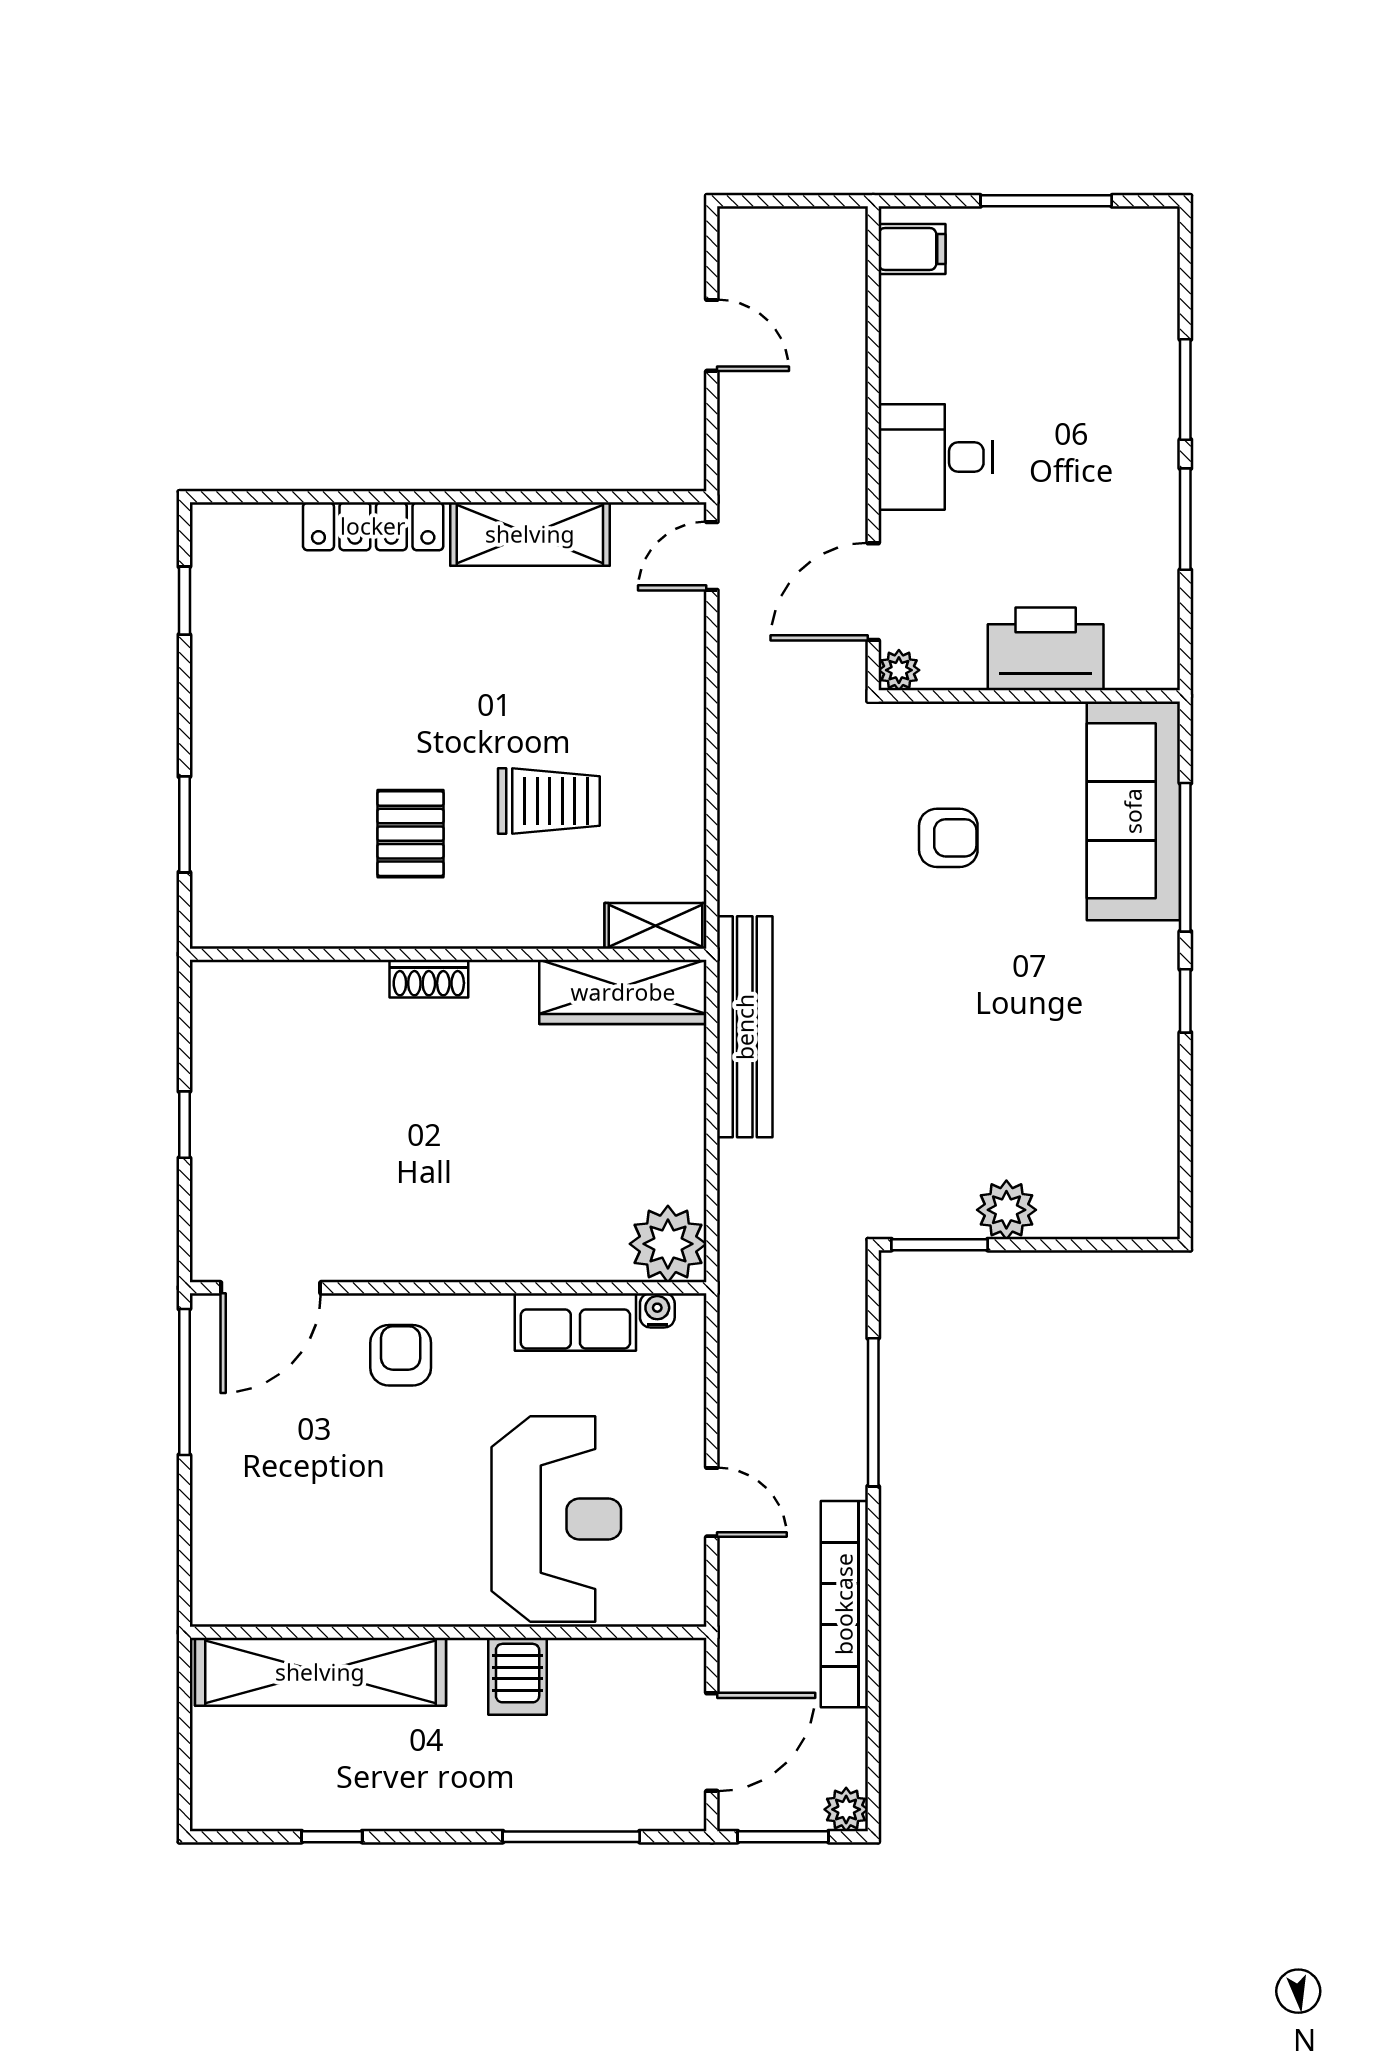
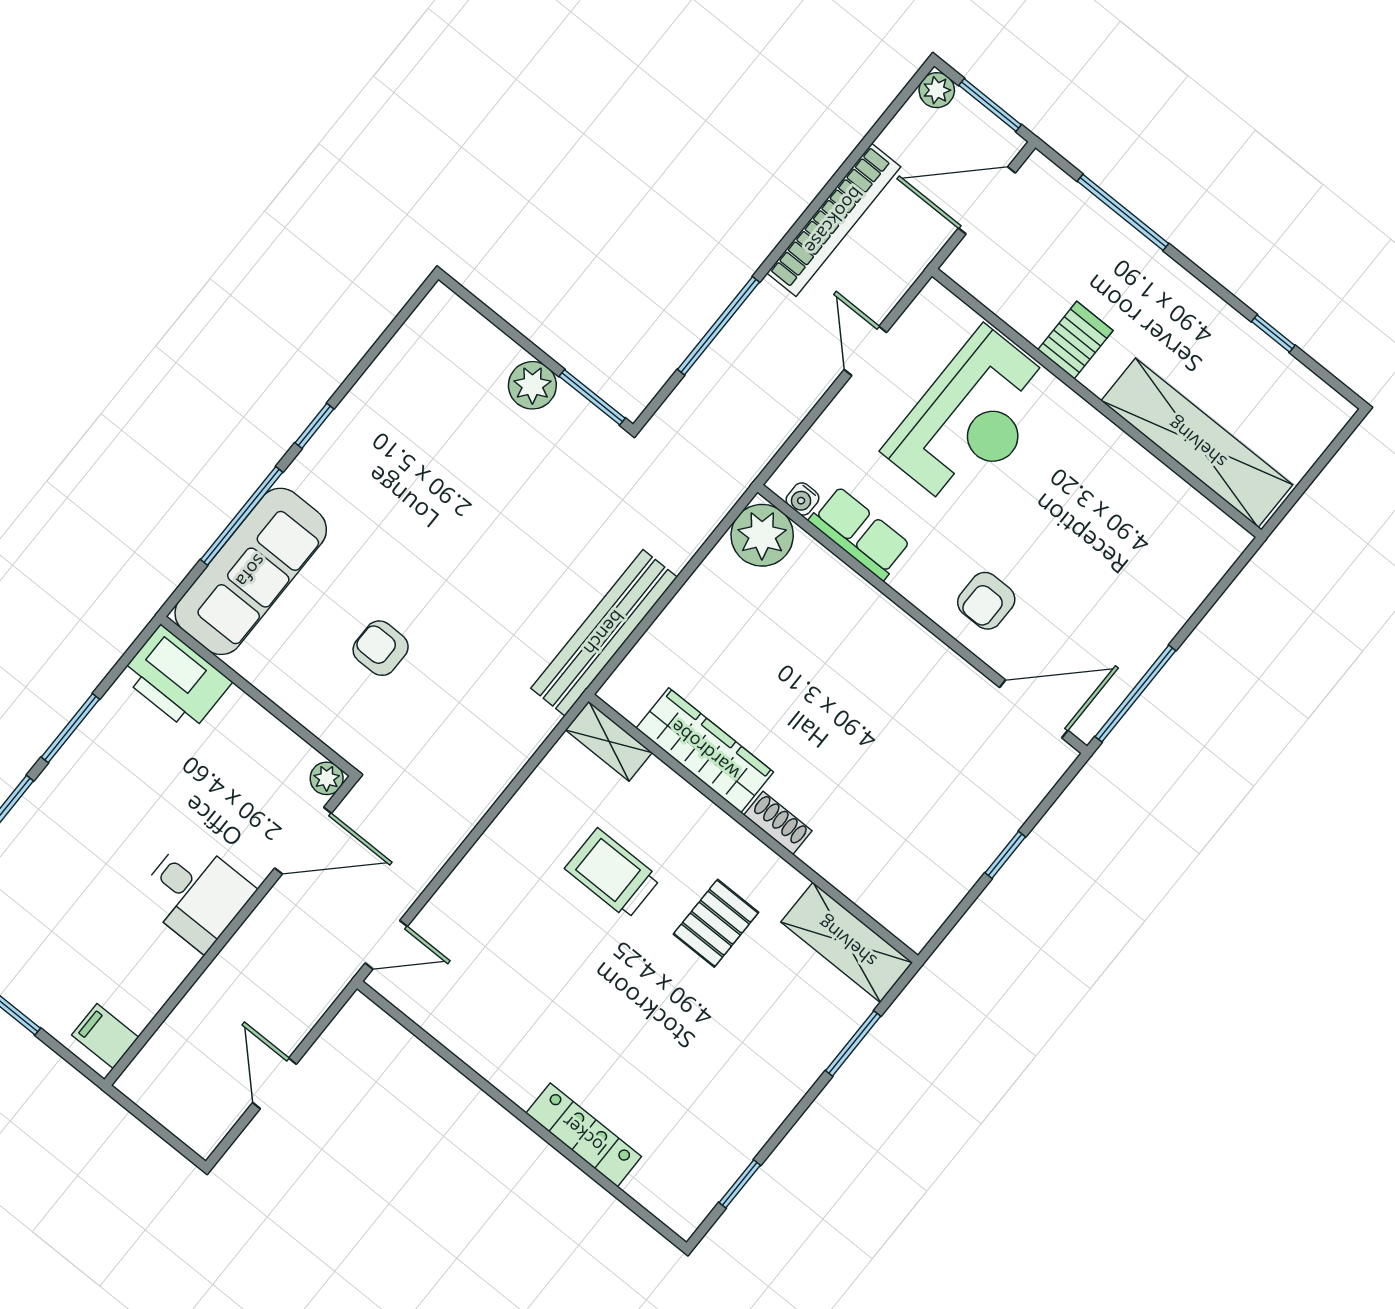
shelving: (530, 534) -> (847, 942), moved
printer: (1046, 649) -> (176, 679), moved
wardrobe: (623, 992) -> (705, 750), moved
reception desk: (556, 1519) -> (972, 419), turned 180

